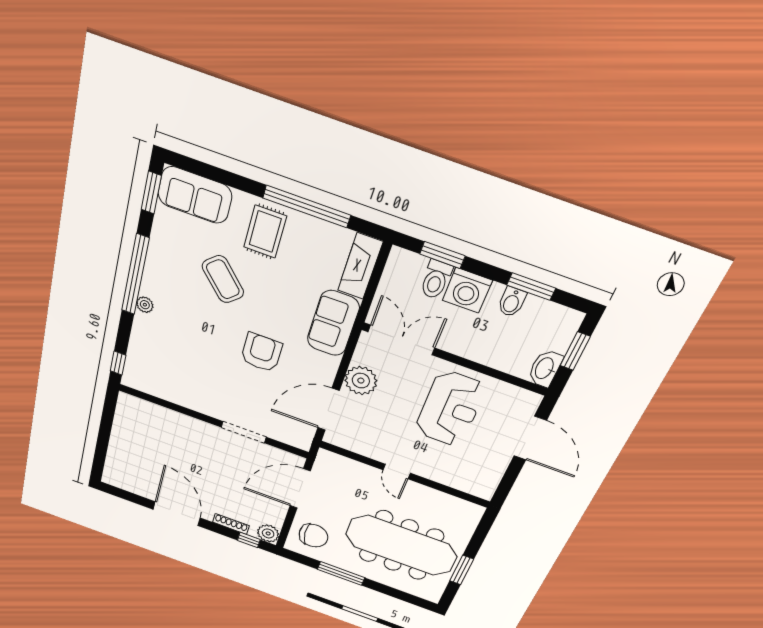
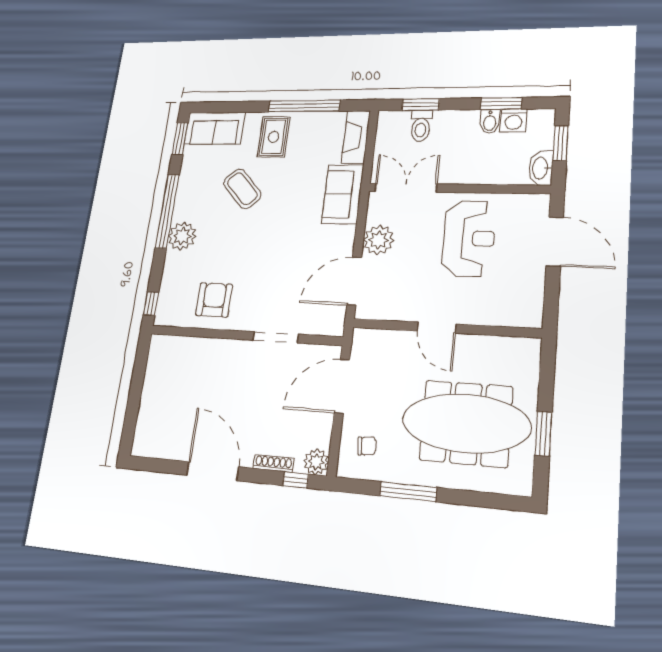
washing machine: (467, 290) -> (514, 120), moved, width x0.73, depth x0.73
plant: (145, 305) -> (182, 236), width x1.87, depth x1.87
armchair: (261, 352) -> (214, 300), moved
door: (397, 471) -> (437, 328), width x1.38
chair: (313, 536) -> (367, 446), width x0.54, depth x0.54

